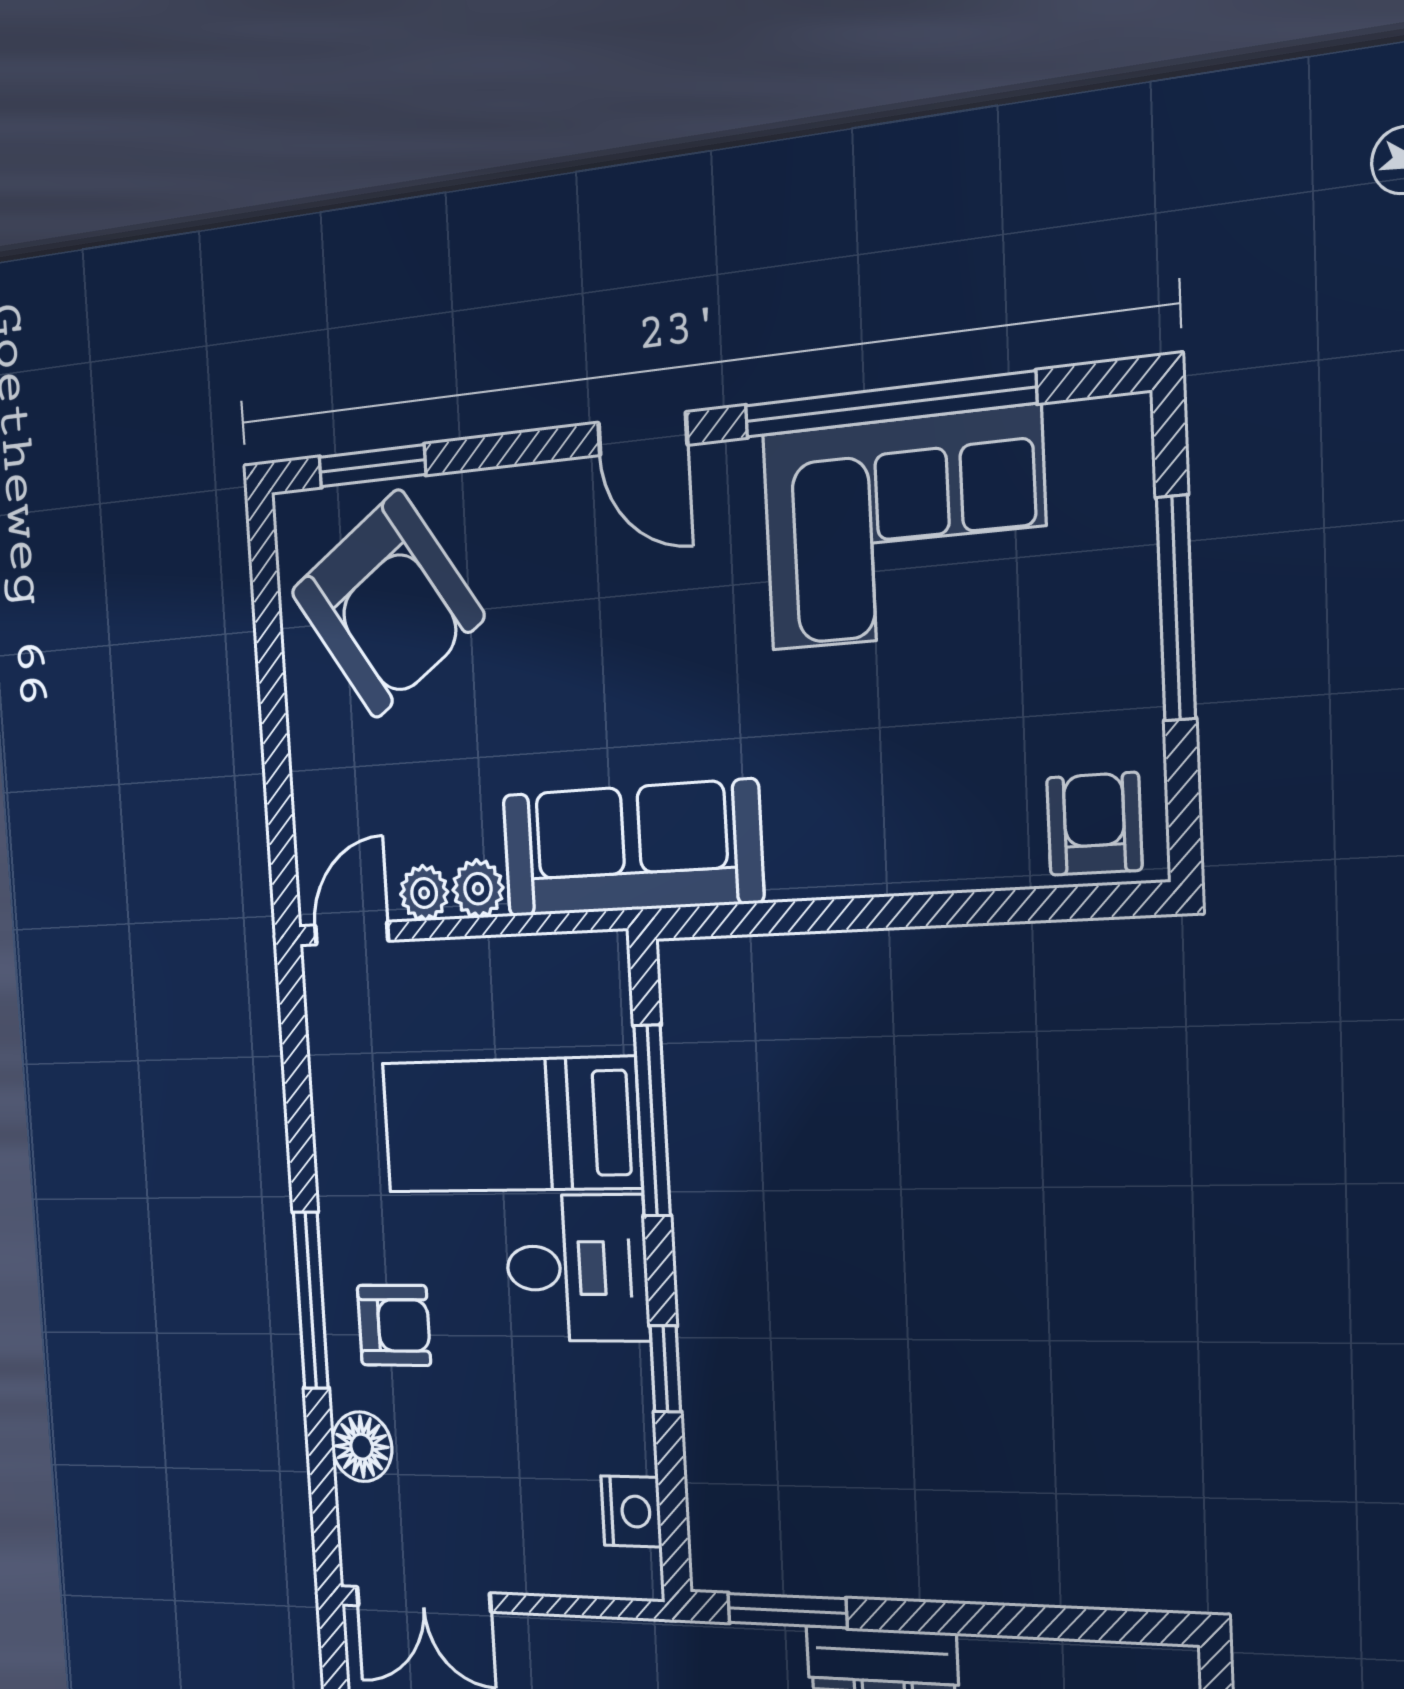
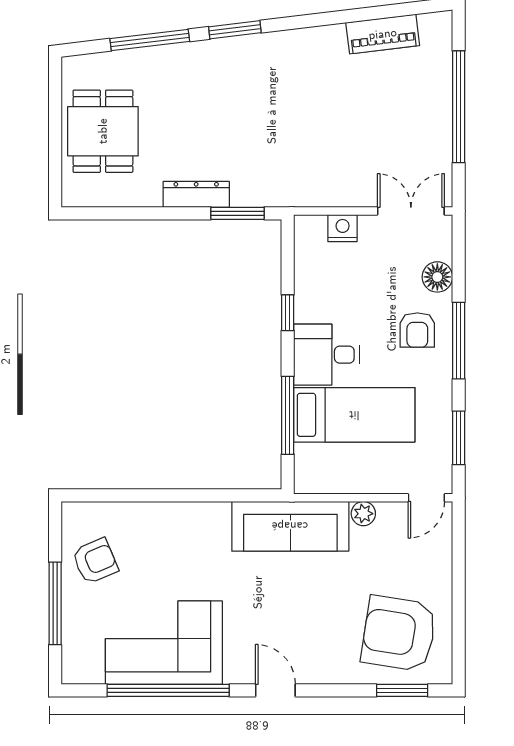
armchair: (387, 604) -> (399, 633), turned -47
armchair: (1094, 824) -> (95, 561), moved, turned -113
plant: (424, 893) -> (389, 513), removed
window: (297, 1076) -> (459, 438), added
armchair: (394, 1325) -> (417, 330), turned -90
nightstand: (631, 1511) -> (343, 228), moved, turned 90

